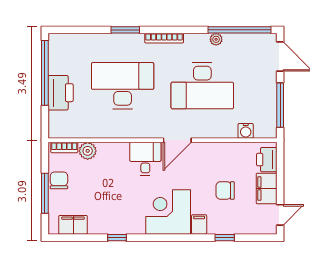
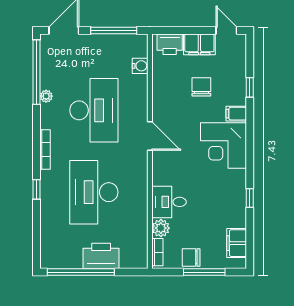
window: (125, 30) -> (37, 189), width x0.67
desk: (145, 159) -> (169, 202), moved
chair: (225, 190) -> (201, 87), turned 180

